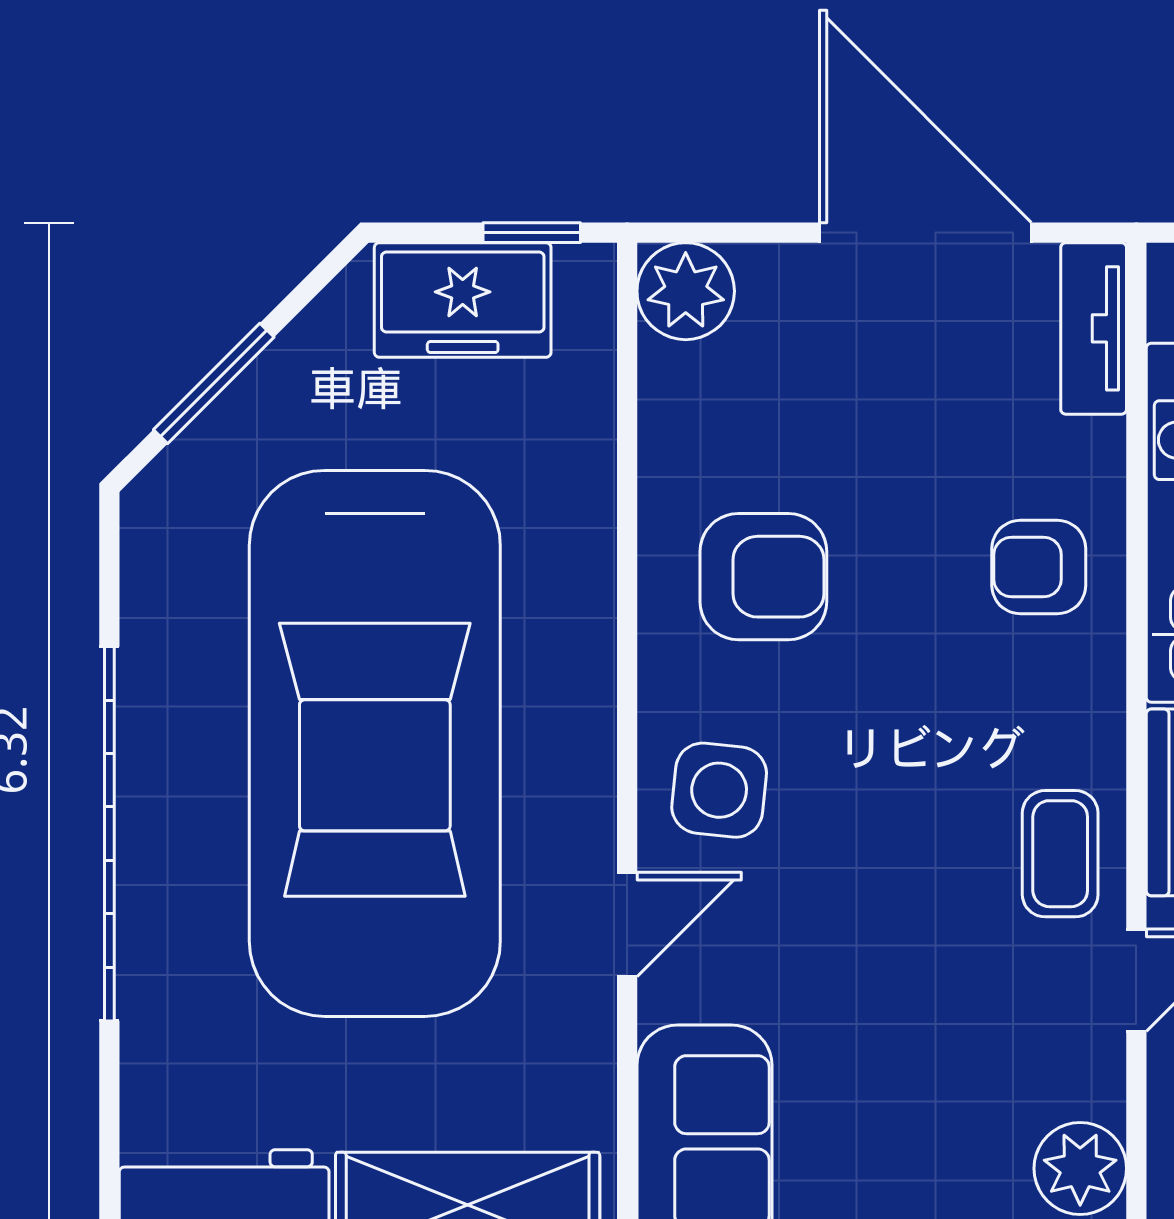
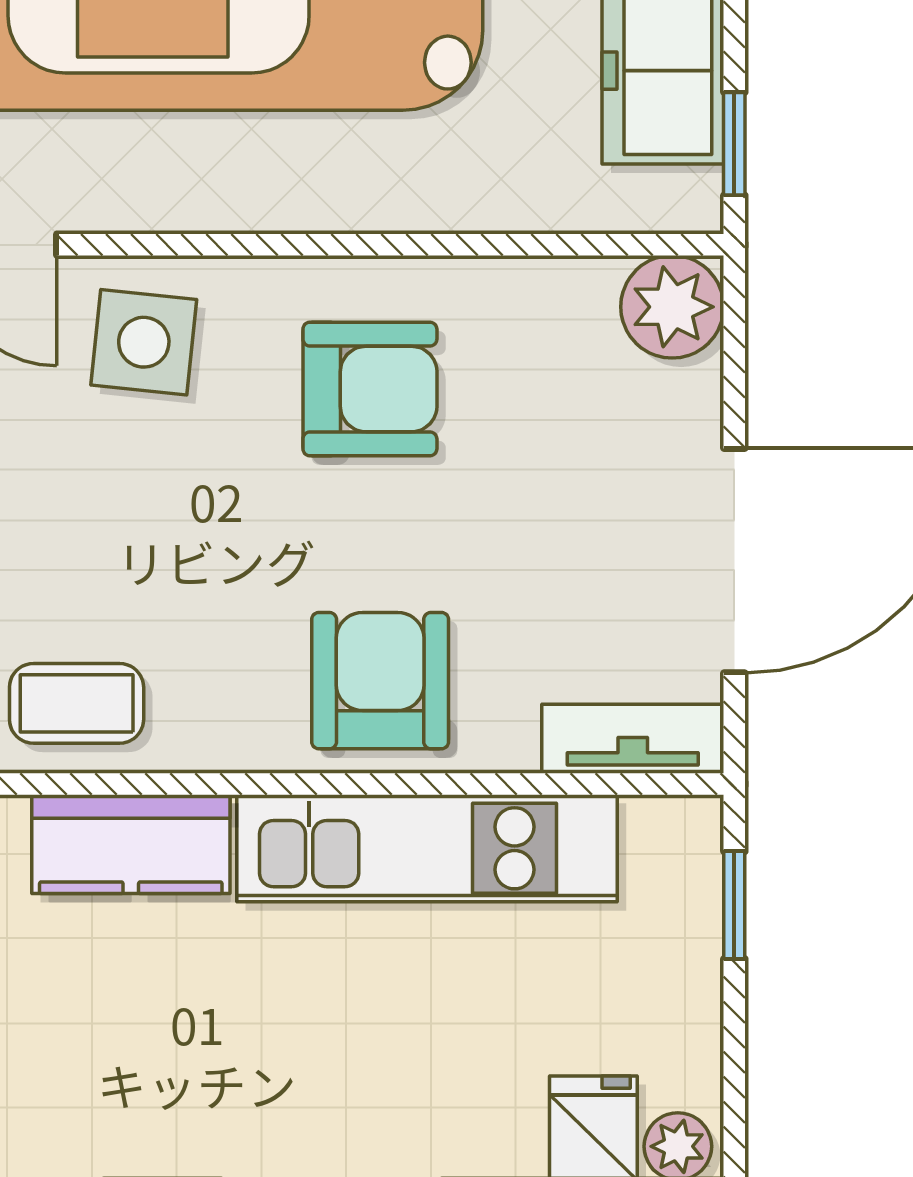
armchair: (1039, 567) -> (380, 681), width x1.38, depth x1.38
armchair: (763, 577) -> (370, 389), turned -90

